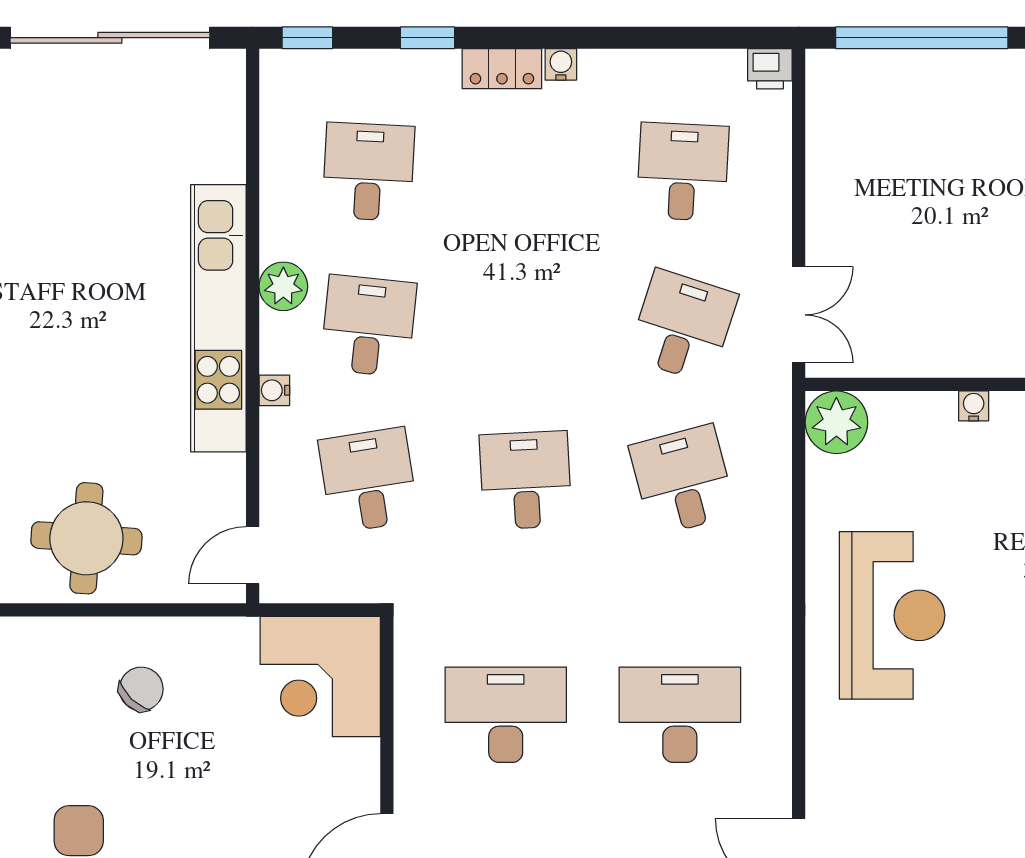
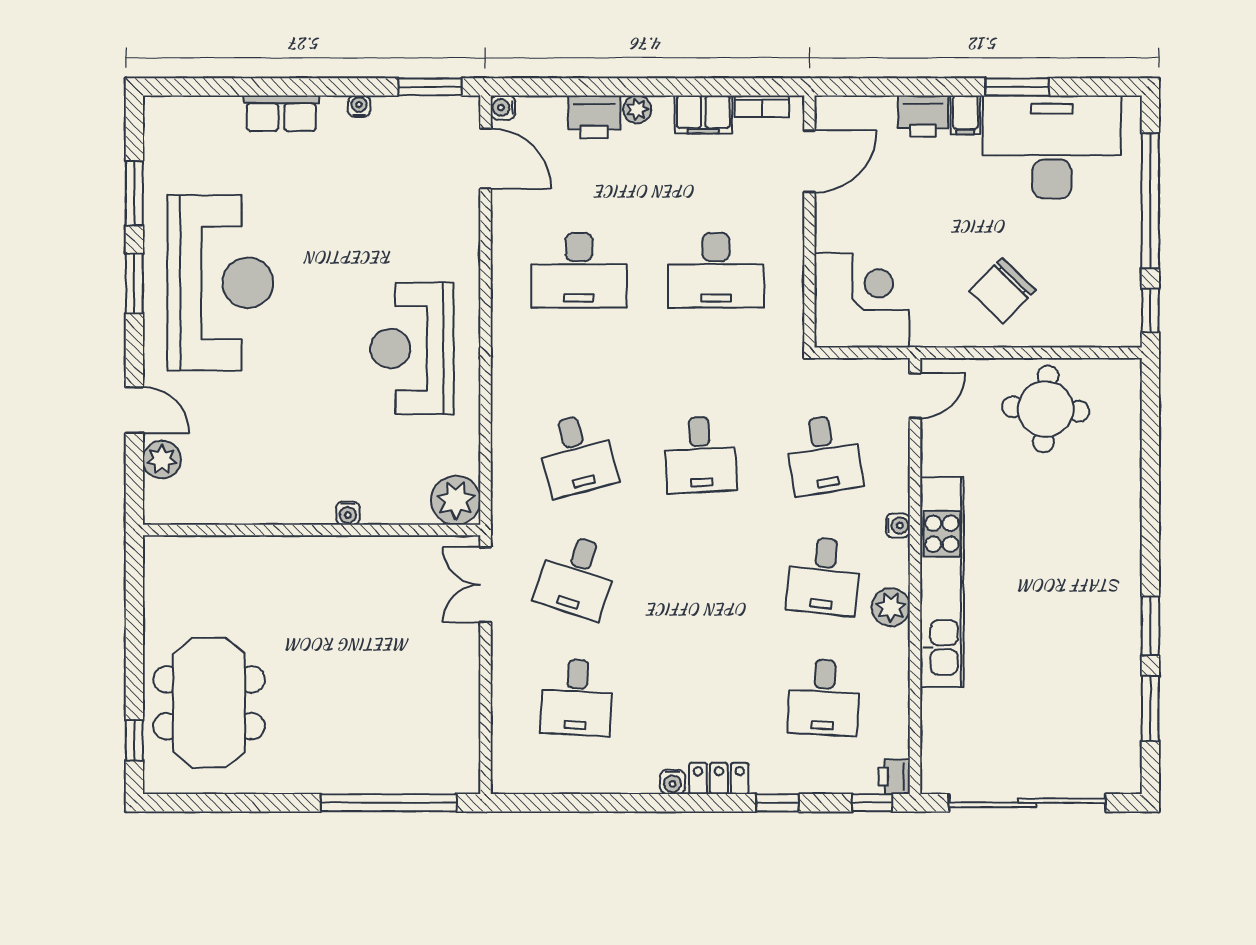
printer: (770, 69) -> (894, 777), moved, turned -90
chair: (141, 689) -> (1003, 291), width x1.37, depth x1.37

